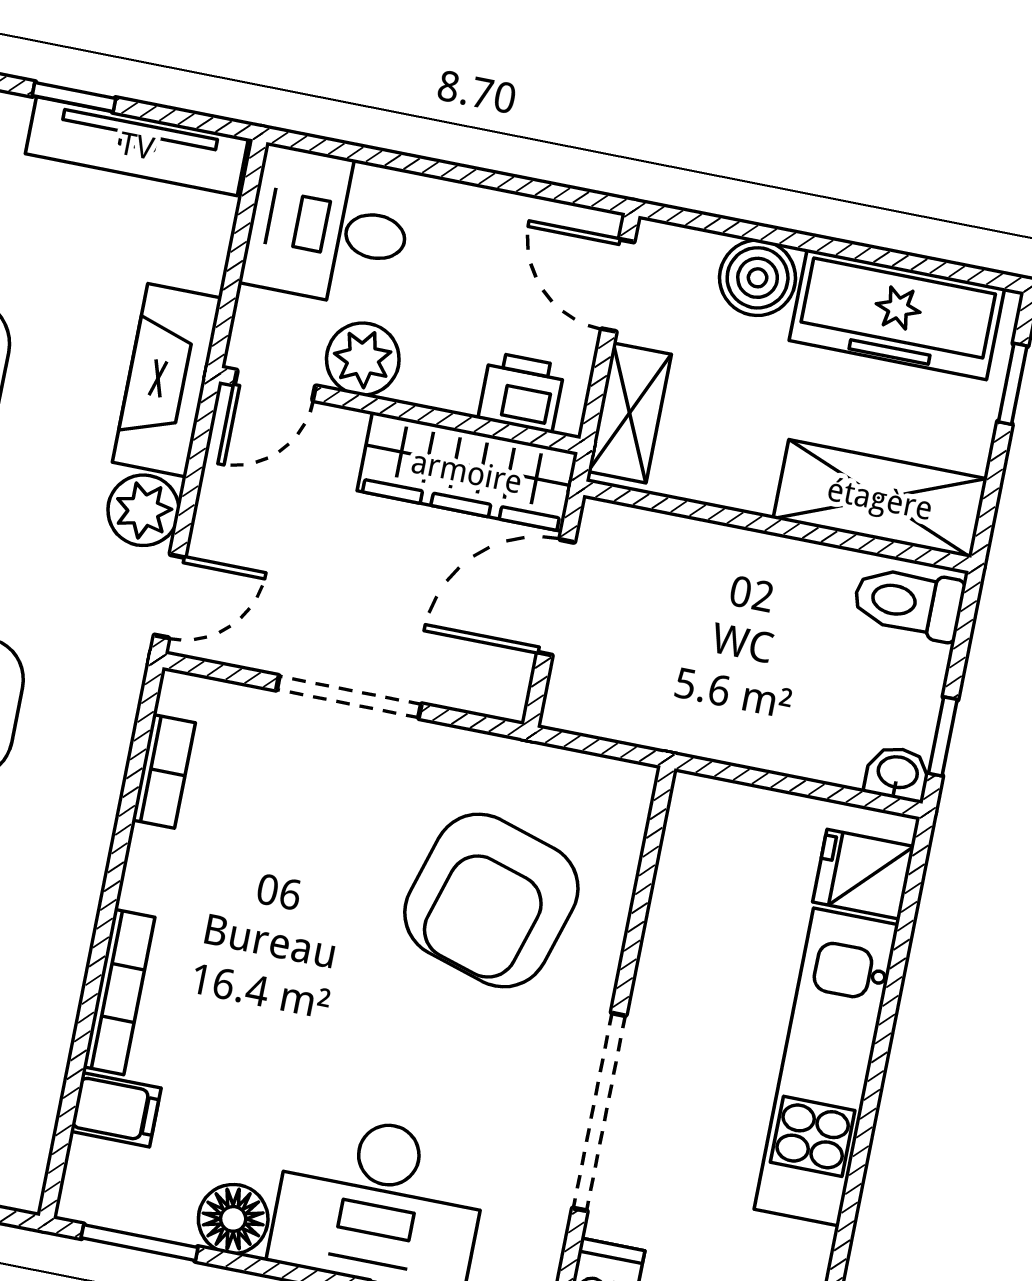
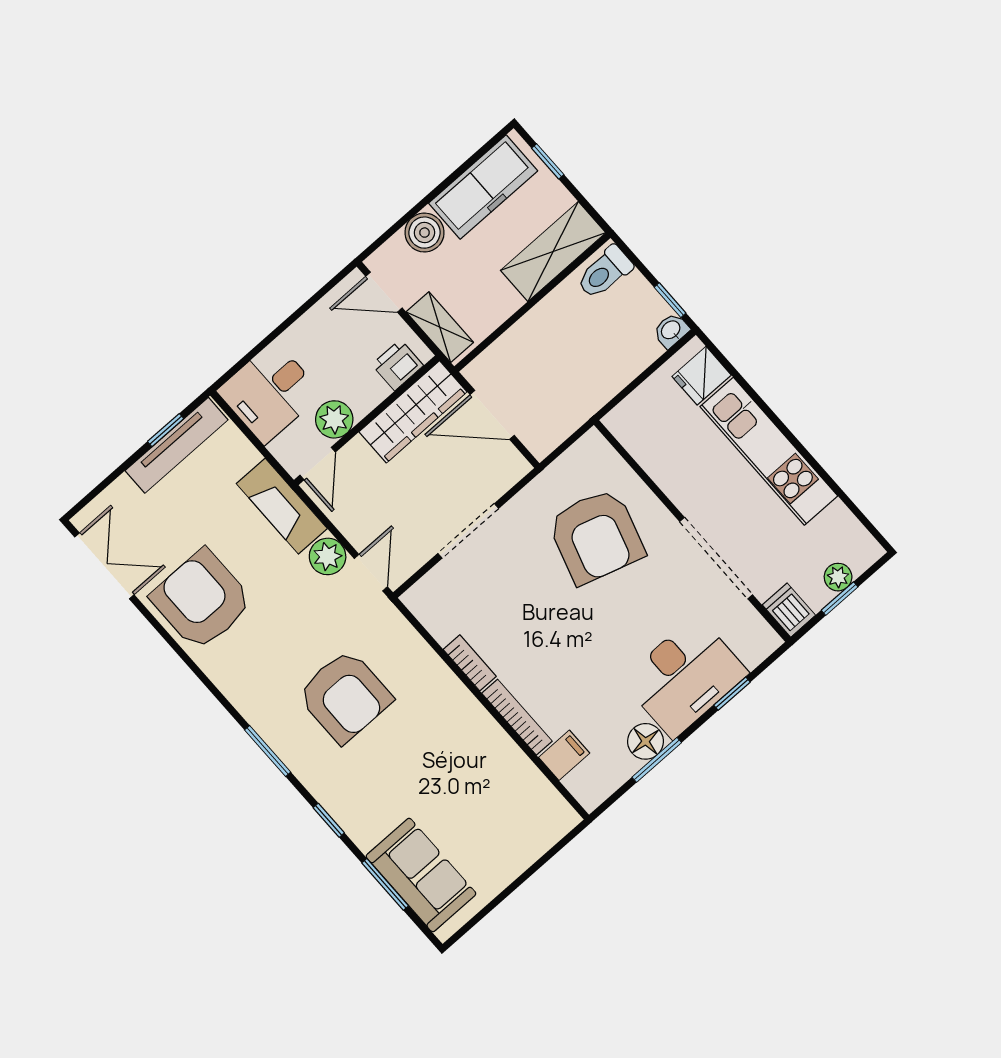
window: (74, 97) -> (166, 430), moved
door: (556, 597) -> (492, 415), hinge flipped
bookcase: (164, 771) -> (470, 663), moved
window: (140, 1243) -> (657, 760), moved

